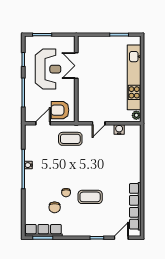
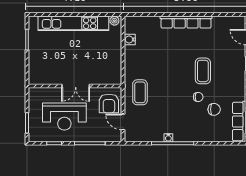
double door: (76, 66) -> (76, 86), moved
reception desk: (48, 69) -> (64, 117), turned 180
door: (99, 123) -> (123, 62), removed
row of seats: (135, 206) -> (186, 22), moved

